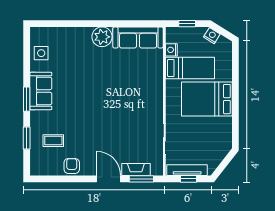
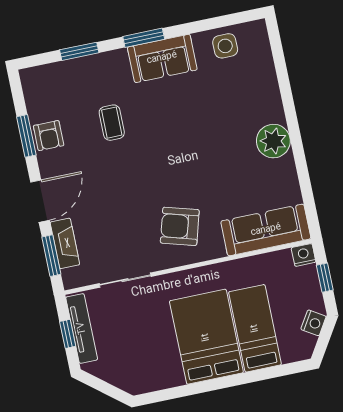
sofa: (138, 37) -> (266, 230), moved, turned 90
nightstand: (171, 50) -> (304, 255), moved
bed: (190, 68) -> (255, 328), moved, turned 180
armchair: (140, 101) -> (180, 226), added
coffee table: (53, 141) -> (112, 123), moved
armchair: (72, 166) -> (49, 136), turned 90
window: (69, 179) -> (26, 136), added

